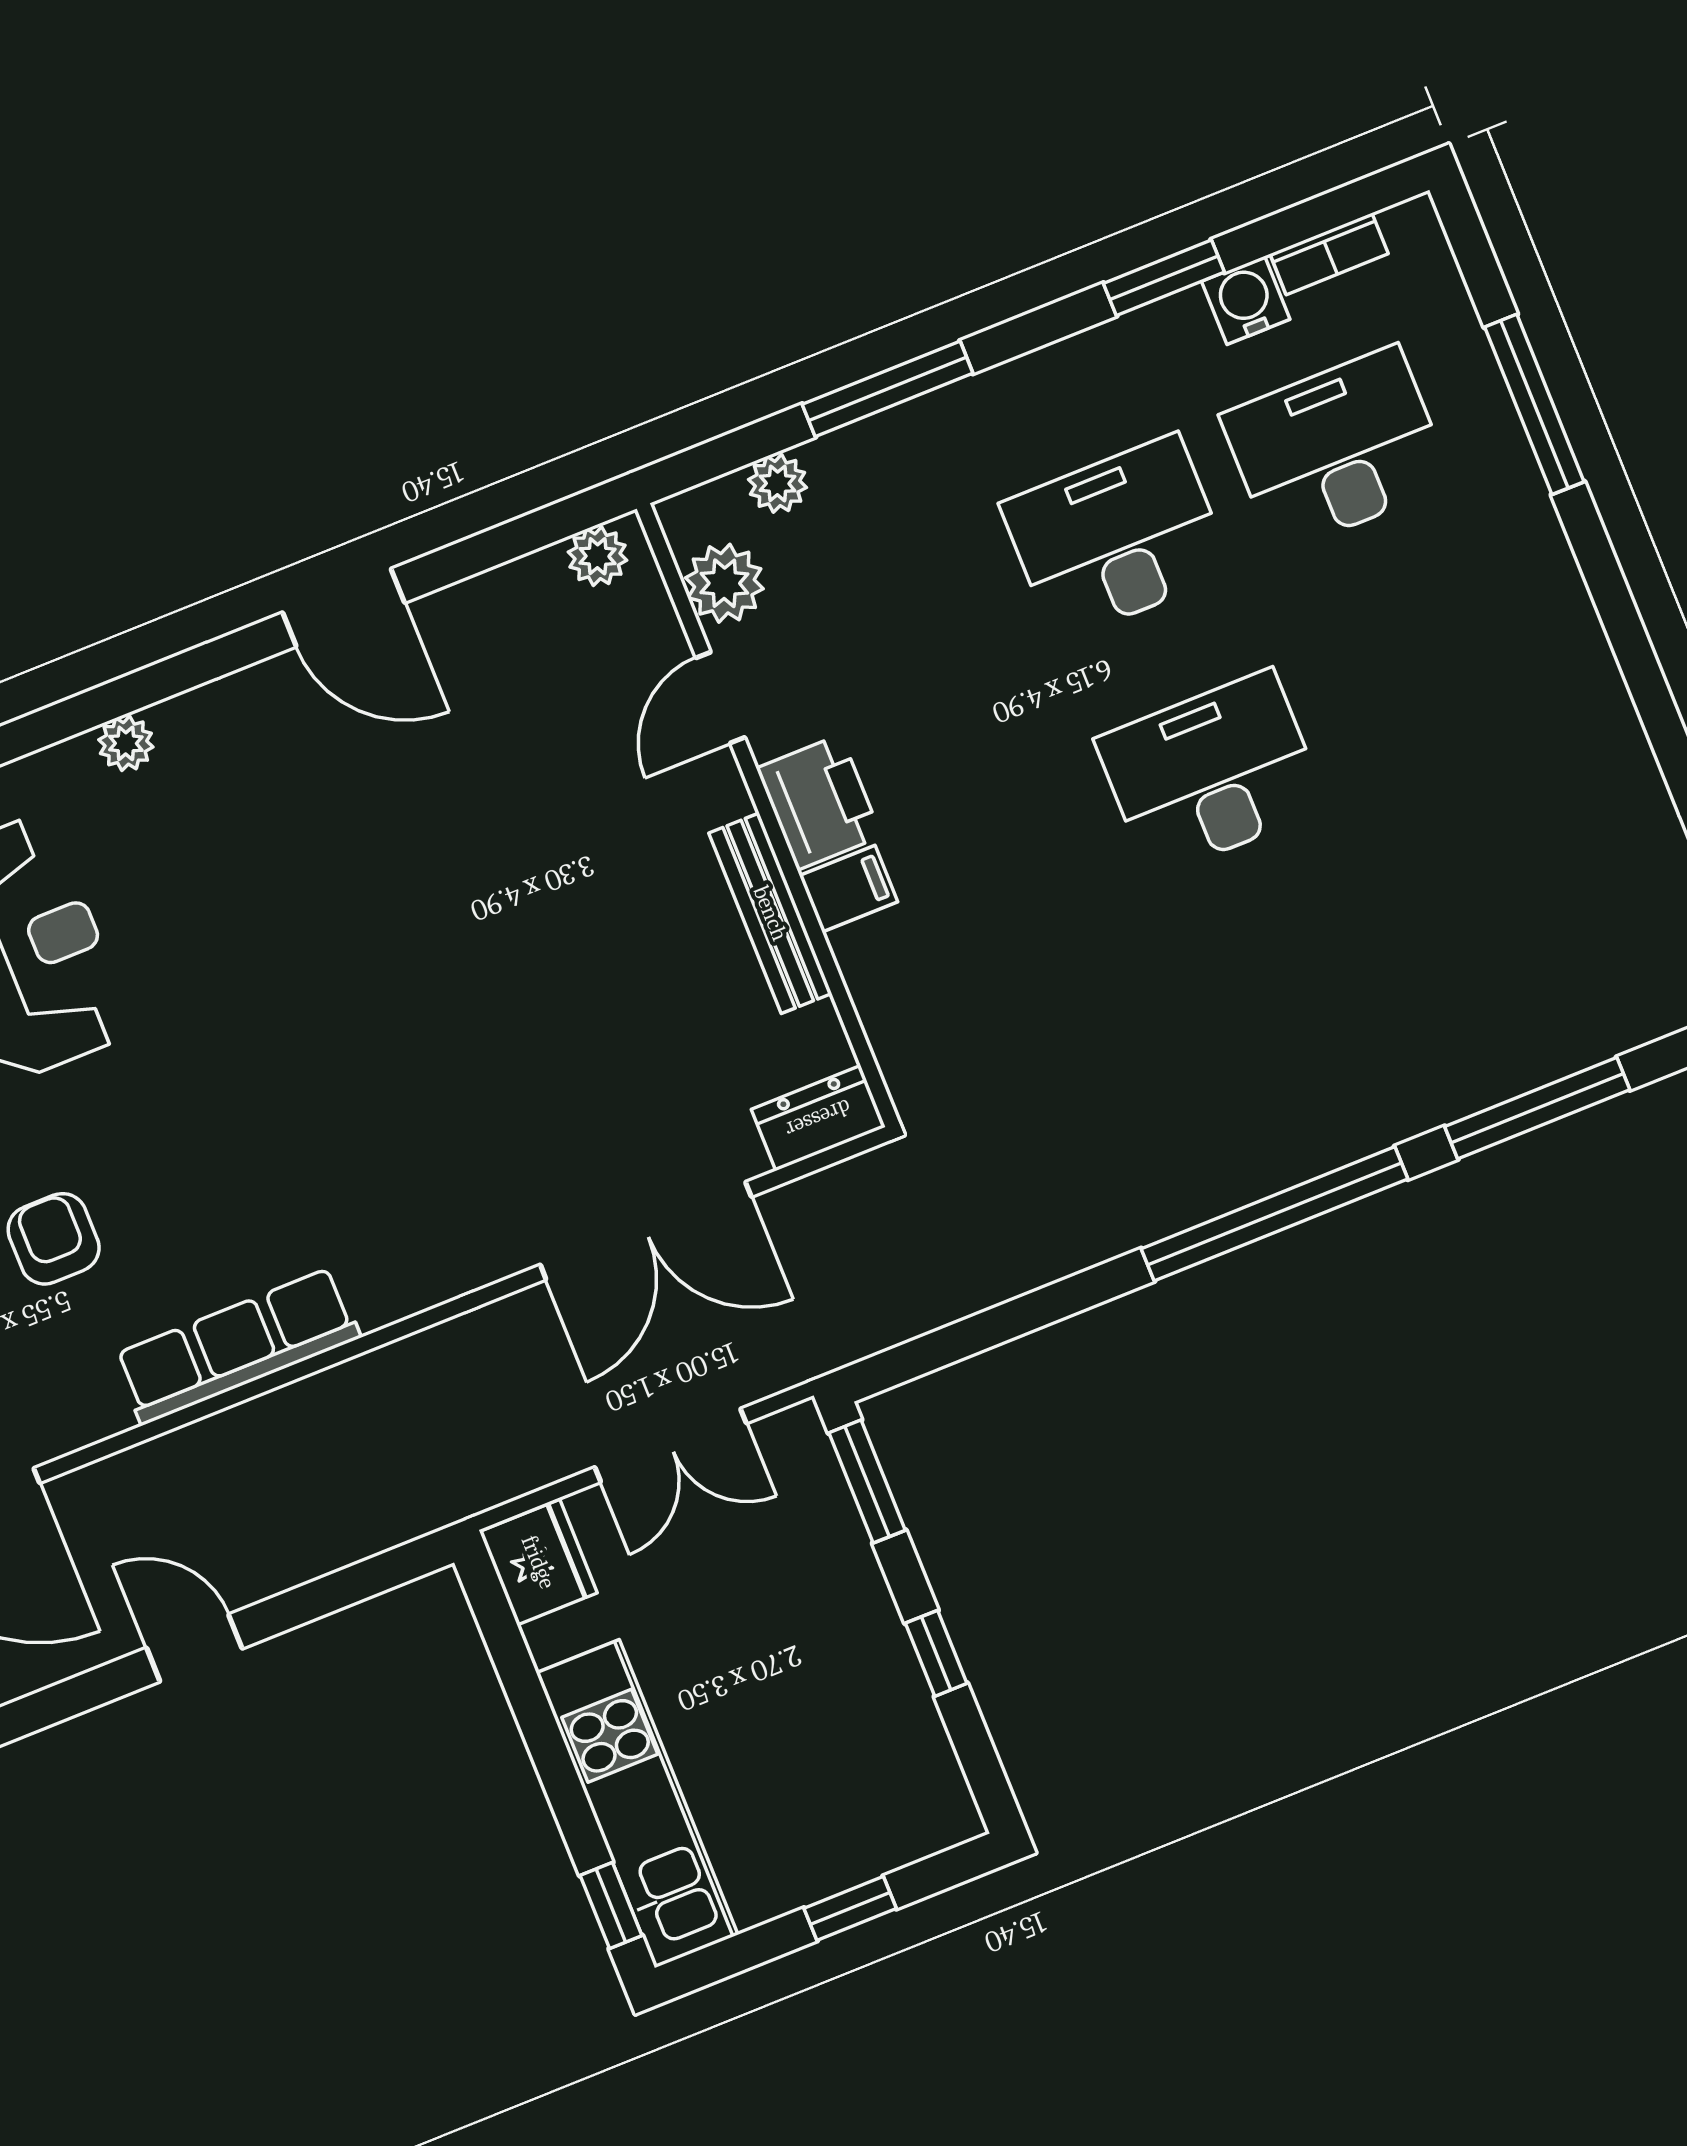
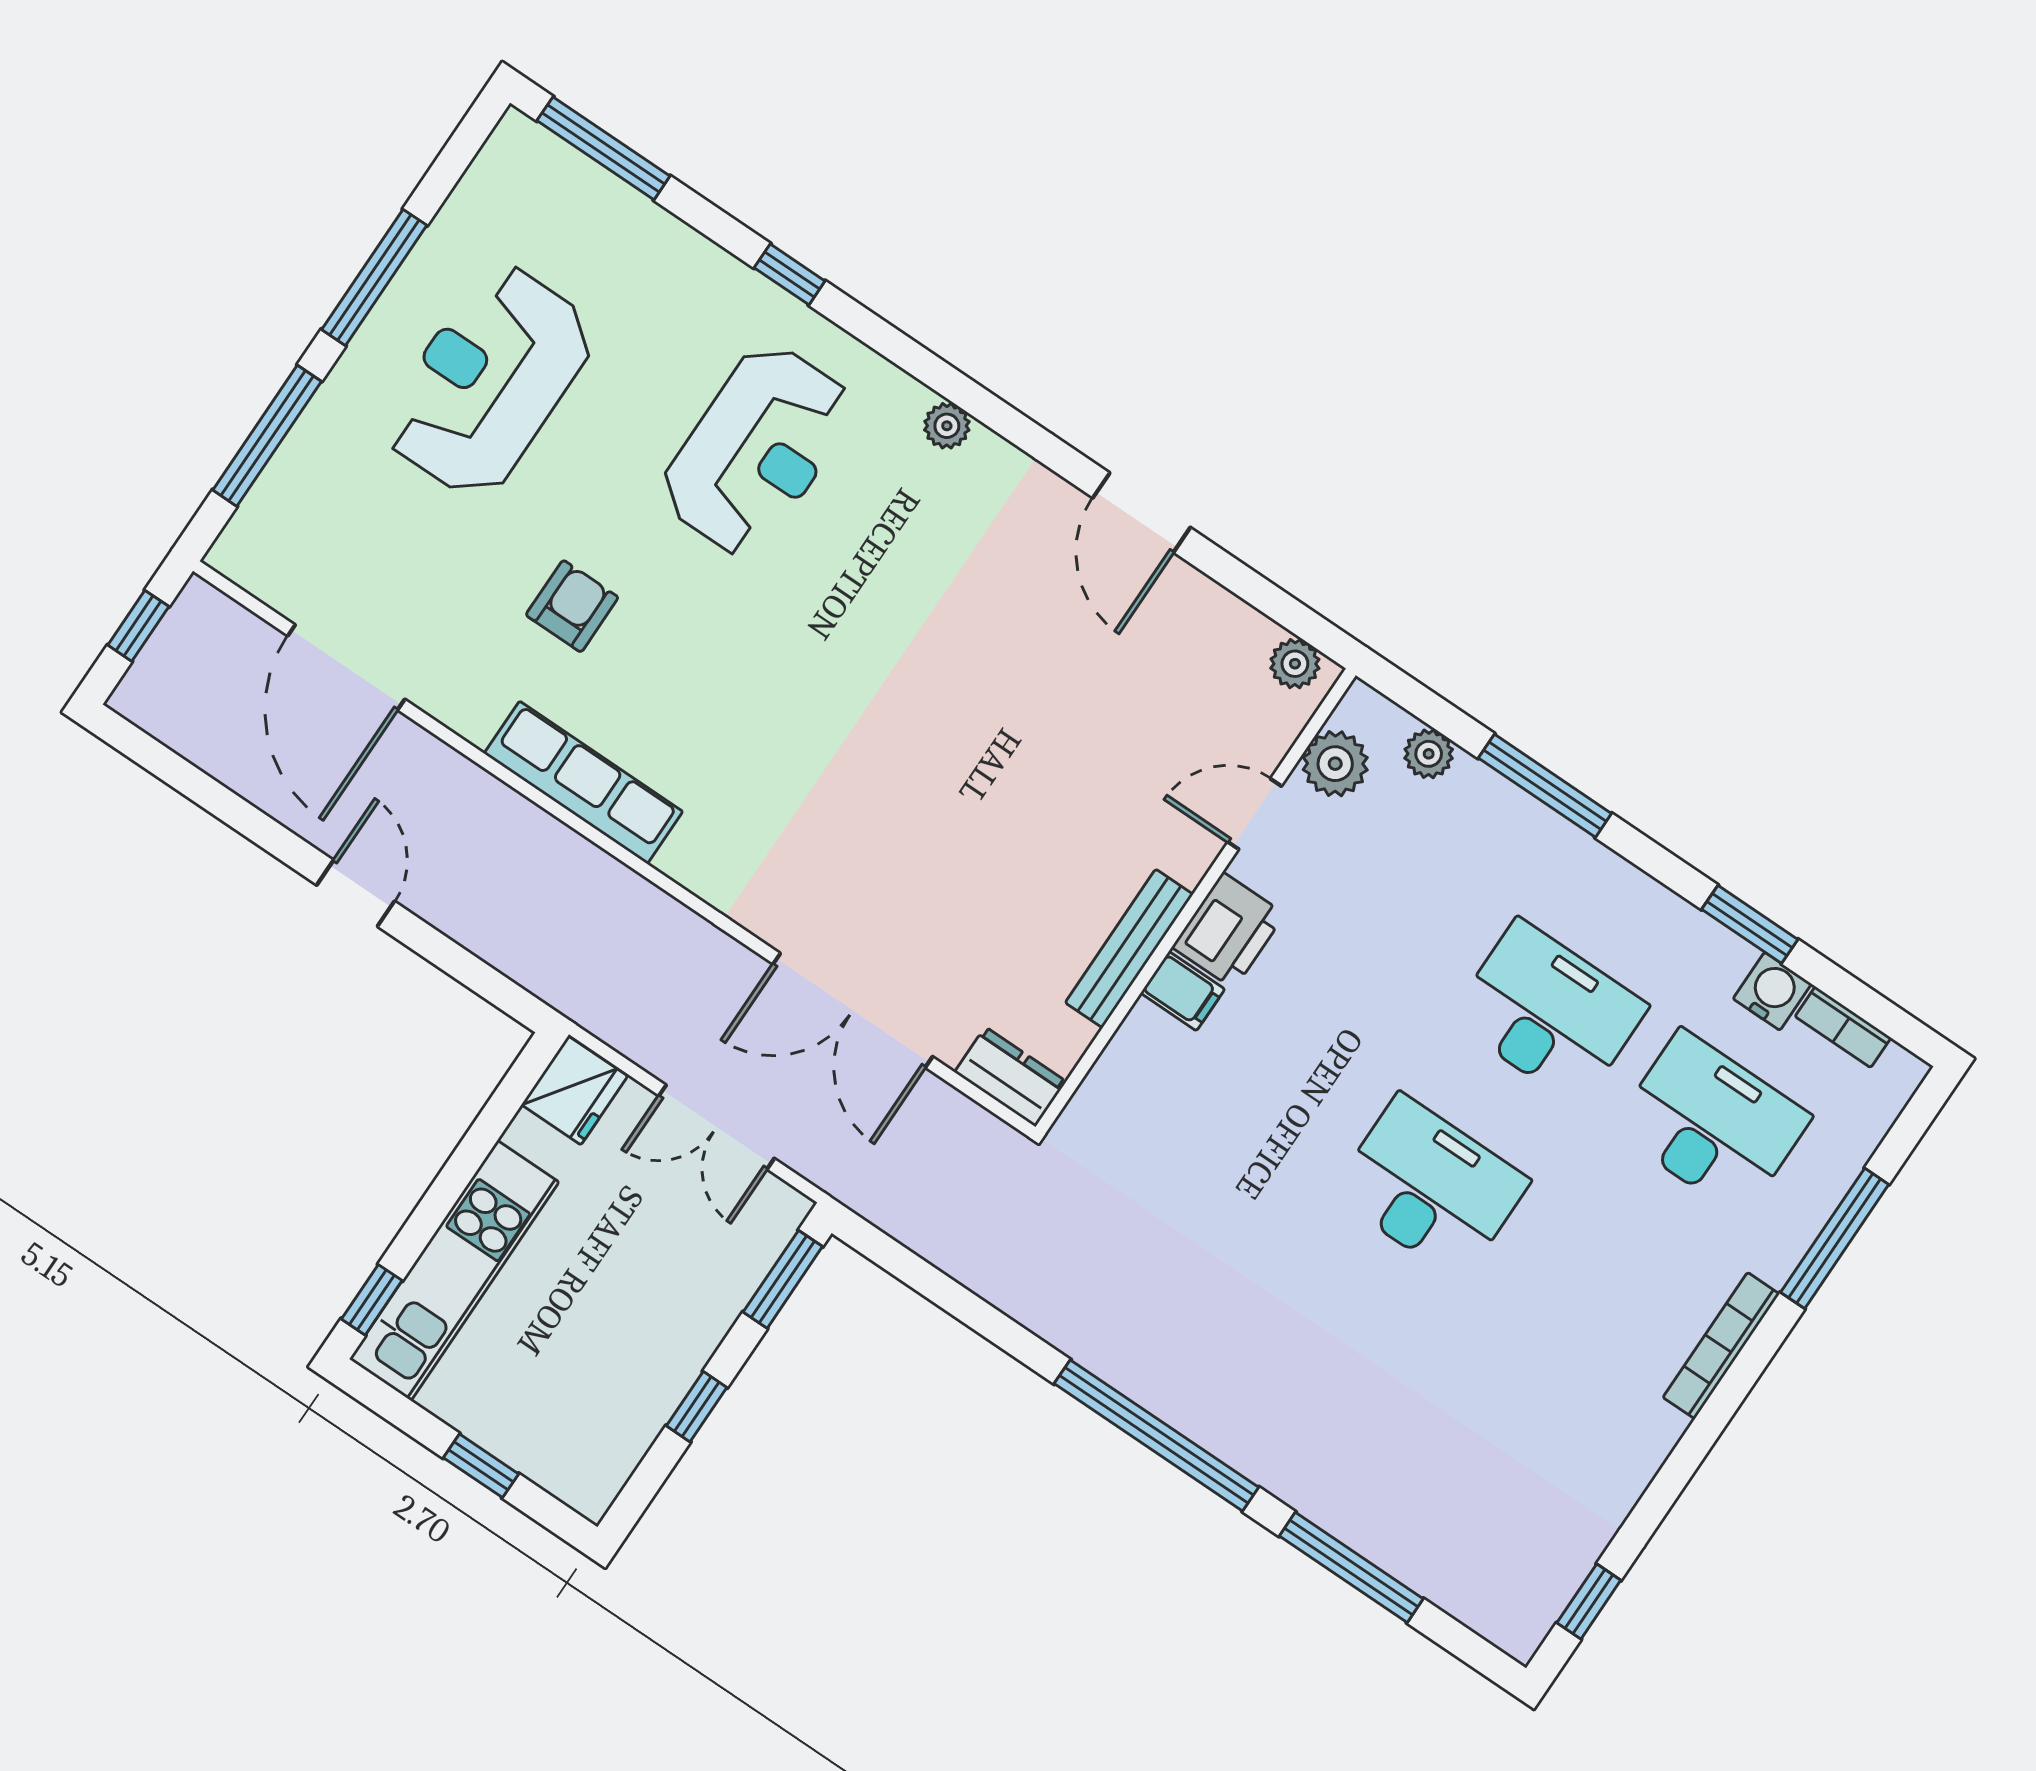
bookcase: (1565, 590) -> (1721, 1346), added

